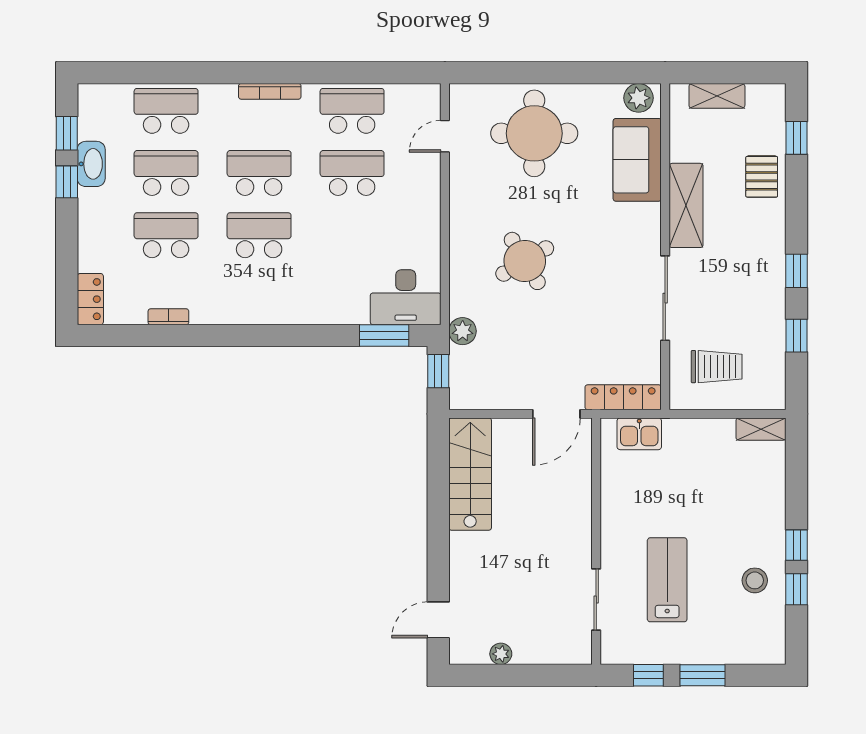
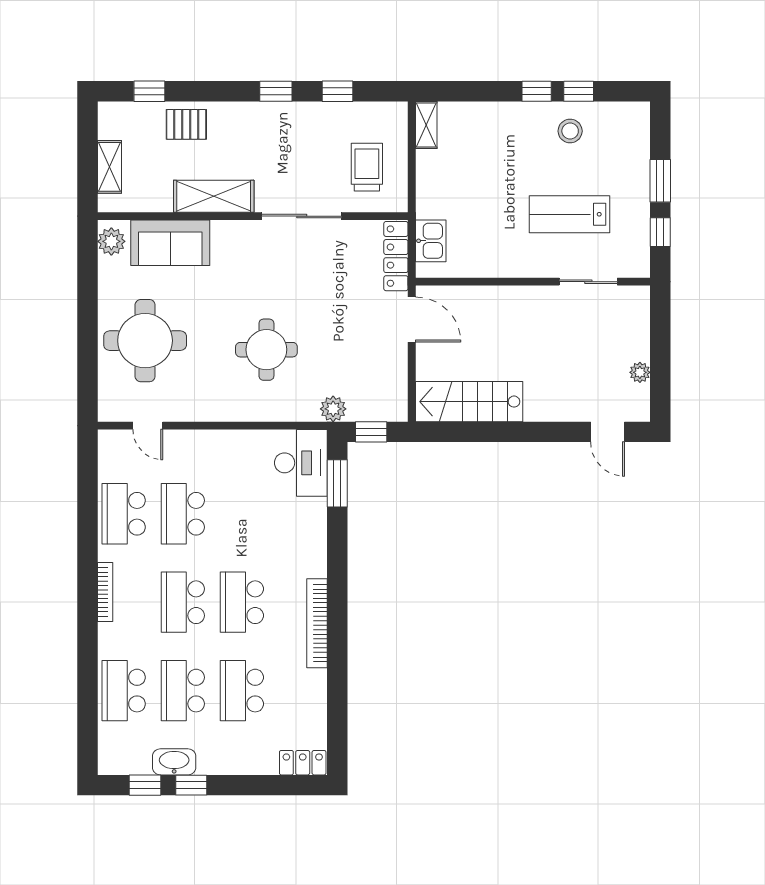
round table: (525, 261) -> (266, 350), turned 31
bookcase: (168, 317) -> (317, 623), moved, width x2.31, depth x1.31

